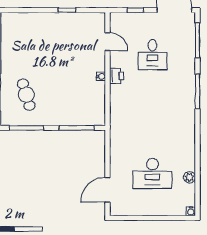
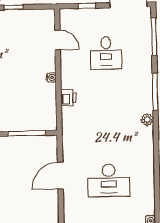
printer: (116, 76) -> (68, 98), moved
plant: (190, 177) -> (147, 120), moved
door: (107, 190) -> (60, 176), moved

